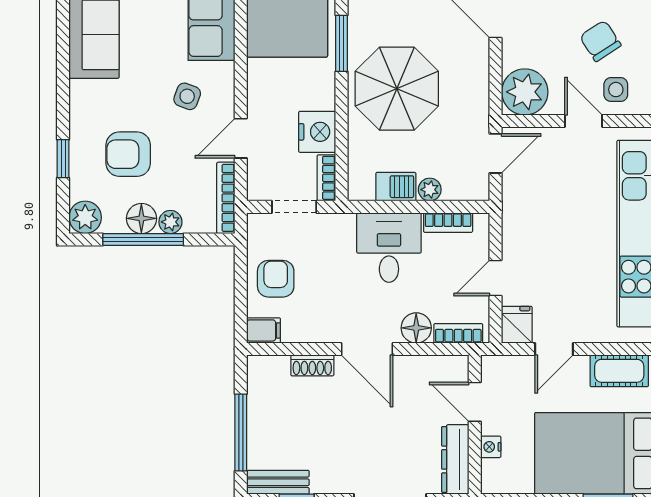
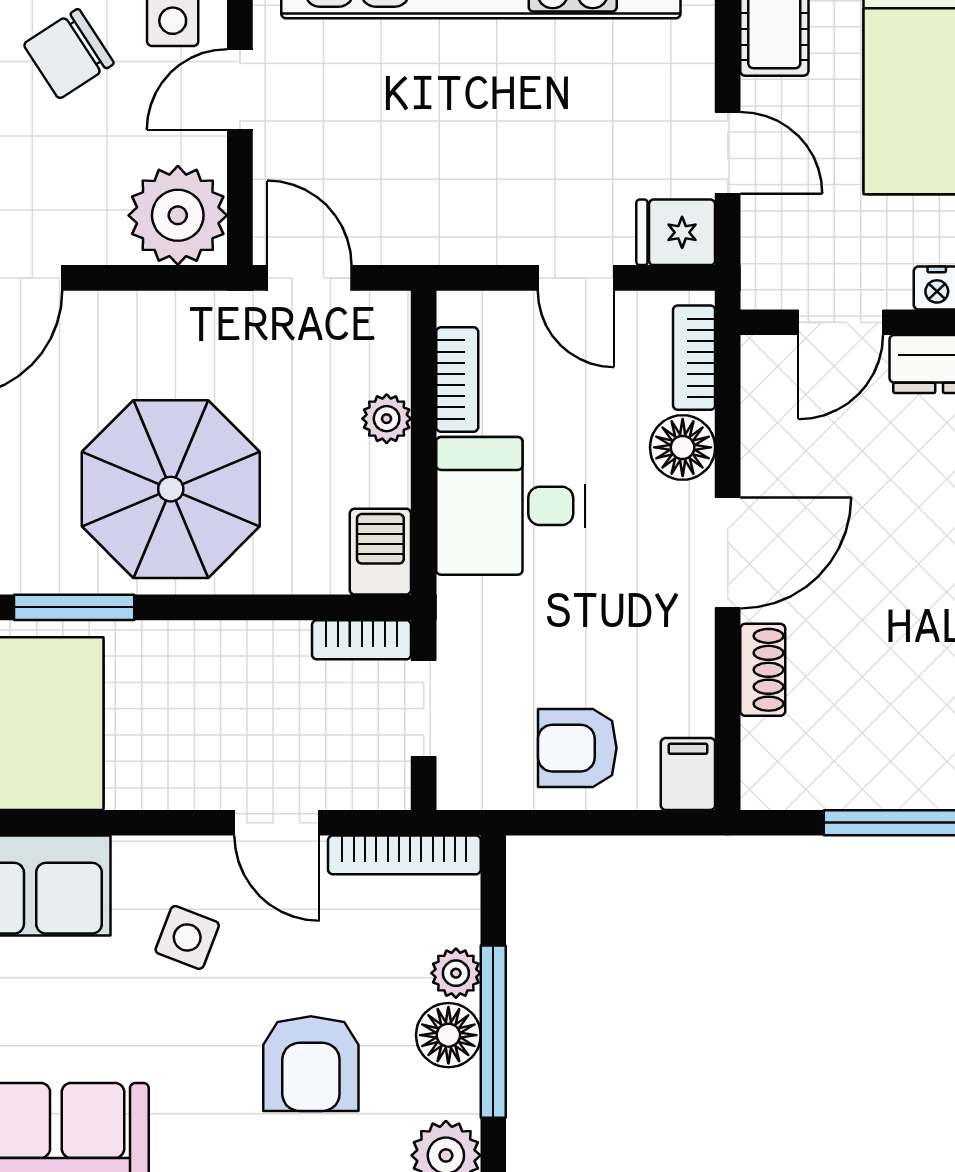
nightstand: (317, 132) -> (263, 659), removed
barbecue: (396, 187) -> (380, 552), moved

